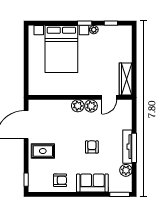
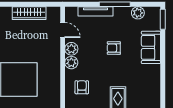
wardrobe: (126, 79) -> (29, 13), moved
tv unit: (127, 147) -> (95, 11), moved
armchair: (60, 180) -> (82, 87), moved

